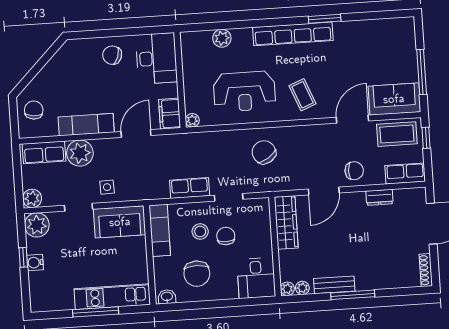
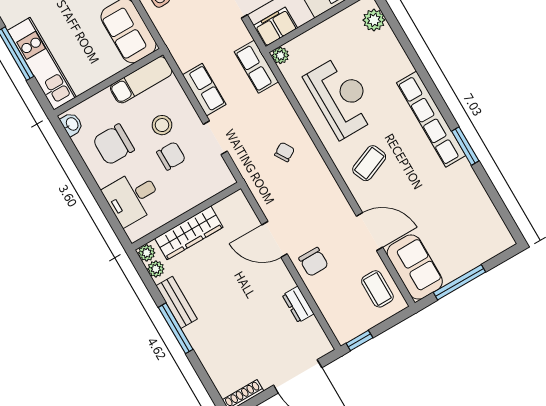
plant: (222, 38) -> (374, 20), moved
reception desk: (244, 91) -> (341, 97), turned 180
coffee table: (397, 134) -> (377, 289), width x0.73, depth x0.77
window: (426, 138) -> (359, 340), moved
chair: (264, 152) -> (285, 152), width x0.54, depth x0.54
row of seats: (405, 174) -> (256, 67), moved, turned 180
wardrobe: (286, 222) -> (189, 233), moved
desk: (256, 278) -> (132, 197), moved

